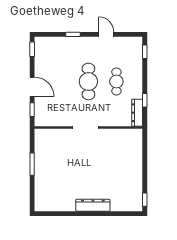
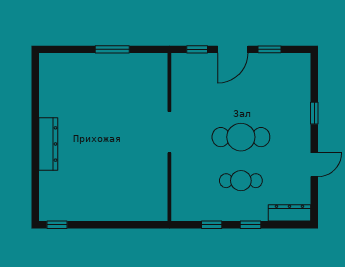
window: (32, 49) -> (270, 49), moved
window: (145, 52) -> (250, 225), moved
dresser: (137, 113) -> (289, 213), moved

